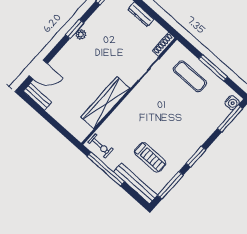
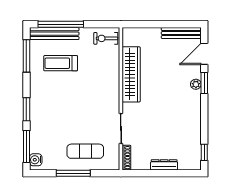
window: (75, 29) -> (204, 83), moved
plant: (81, 34) -> (196, 84), moved
bench: (38, 97) -> (181, 33), width x1.36
window: (196, 157) -> (26, 109), moved
window: (106, 169) -> (61, 24), moved

